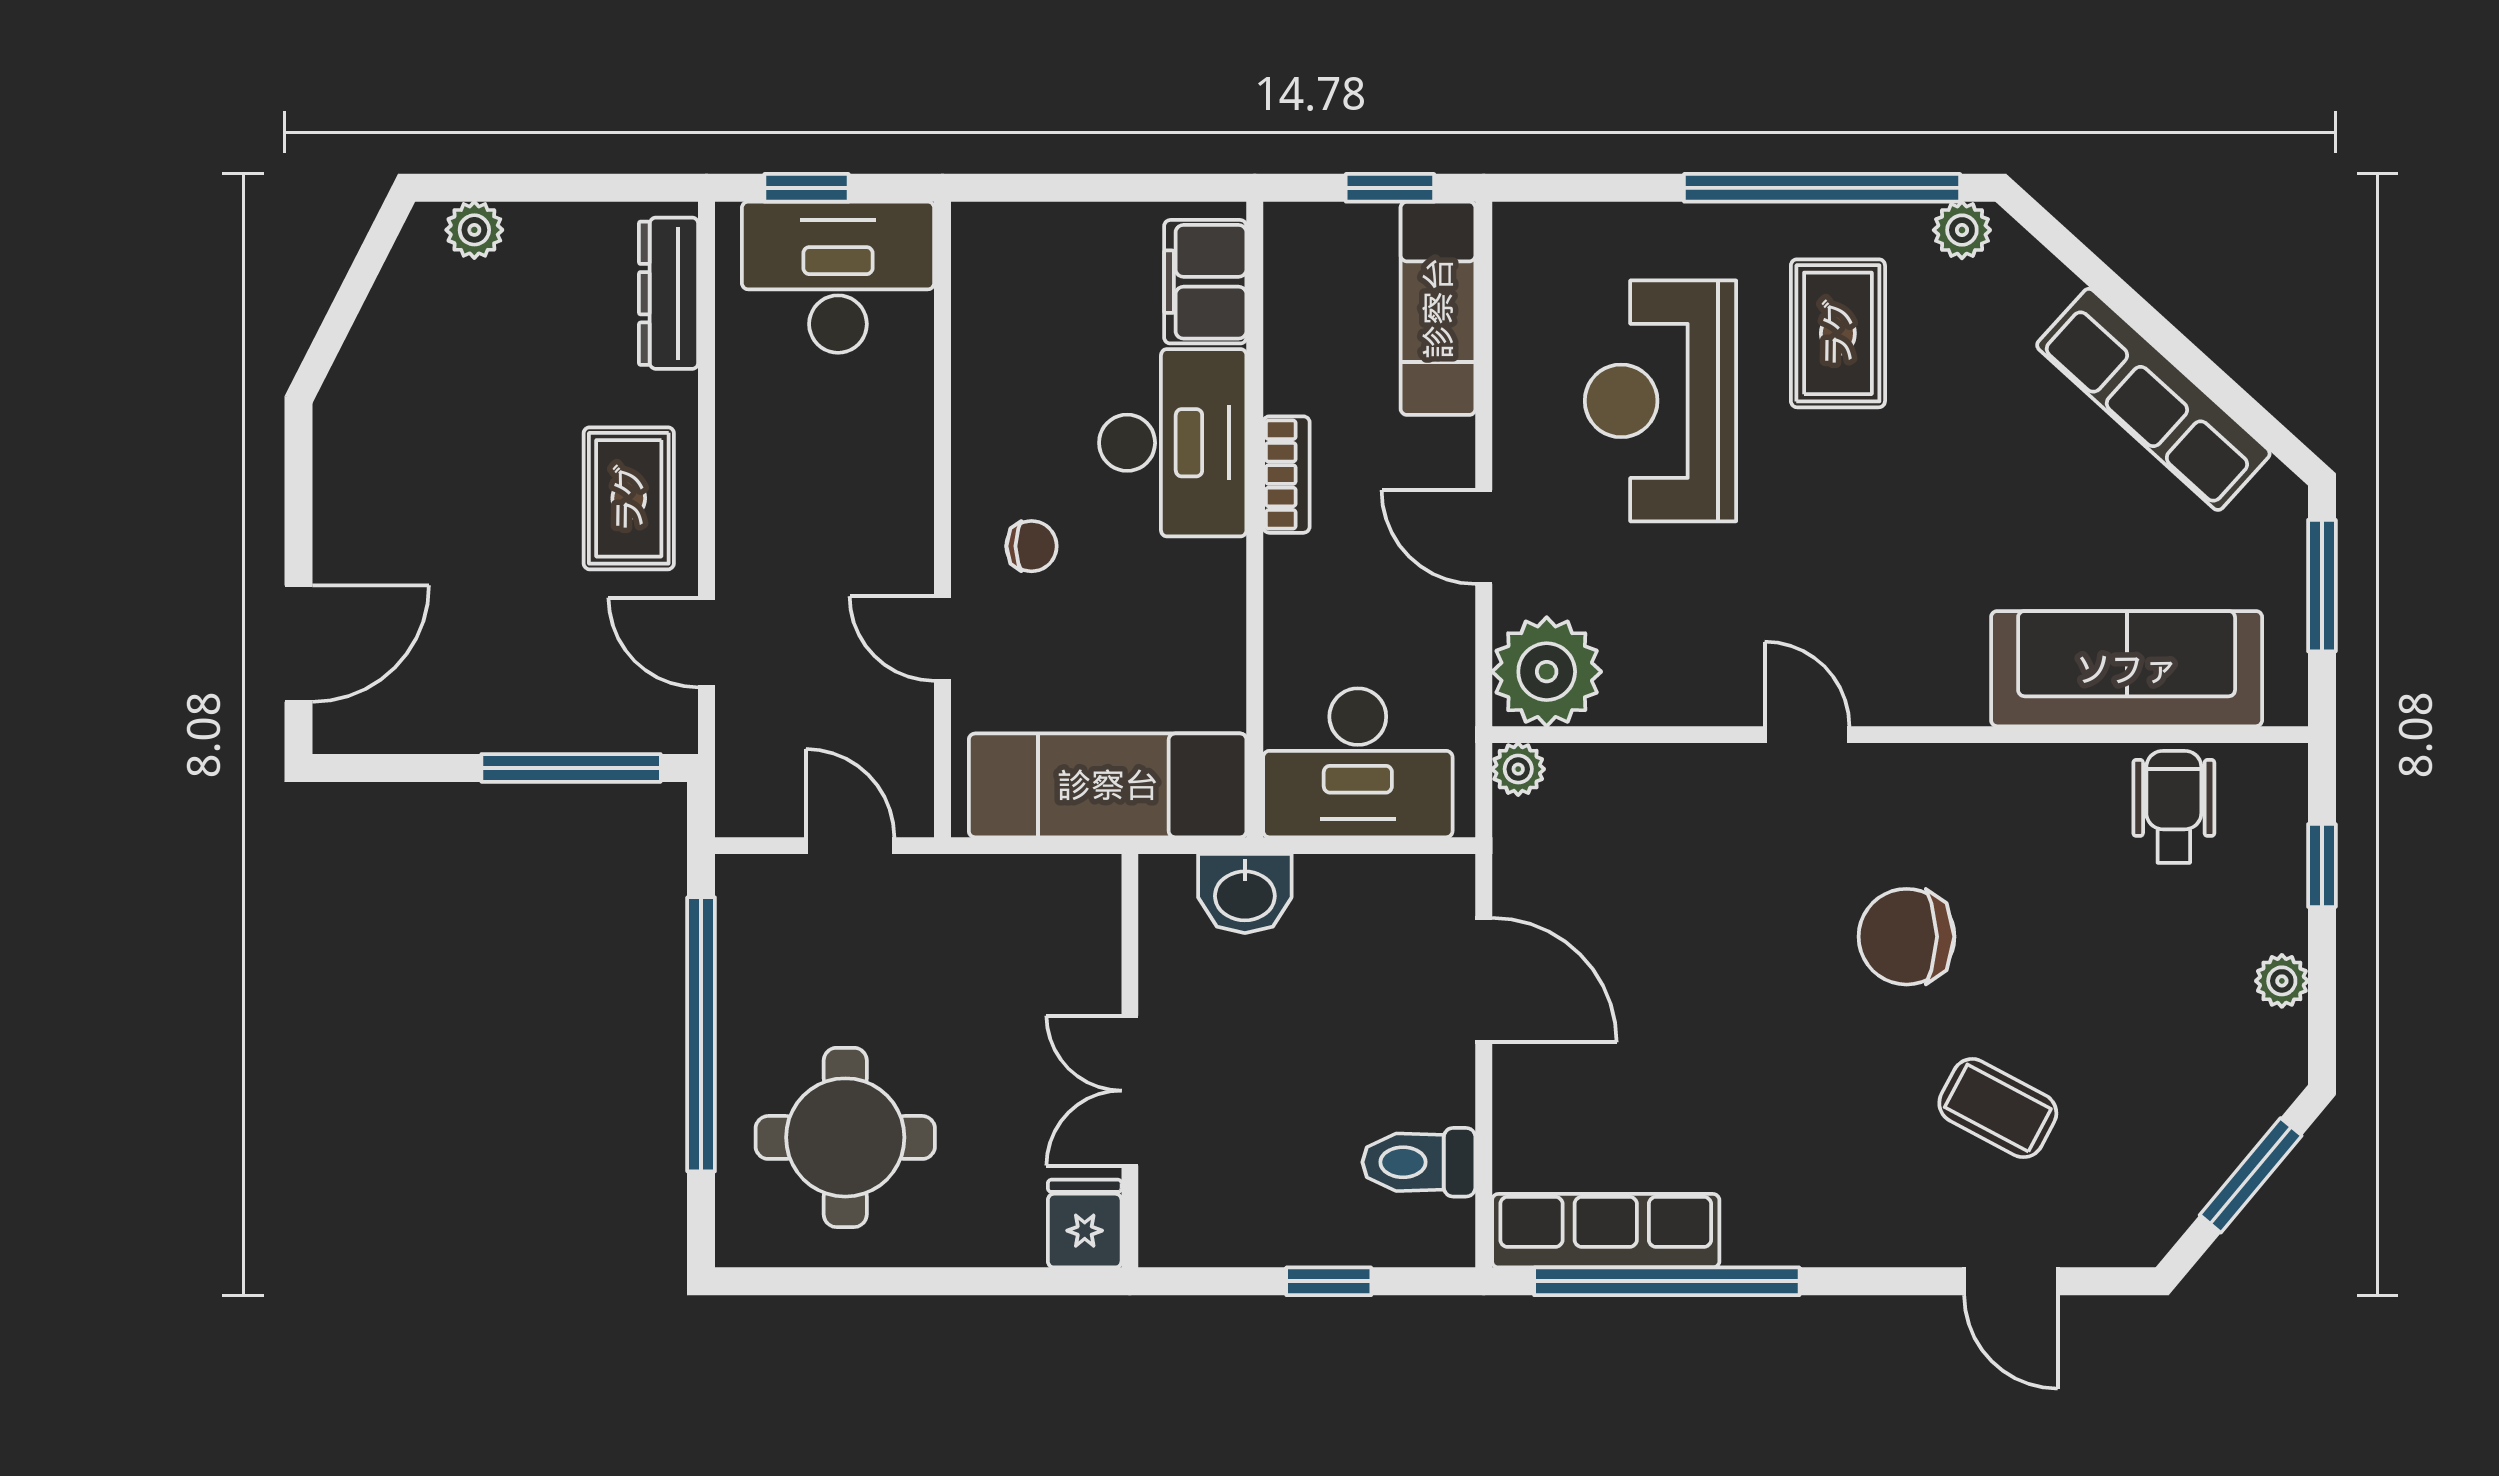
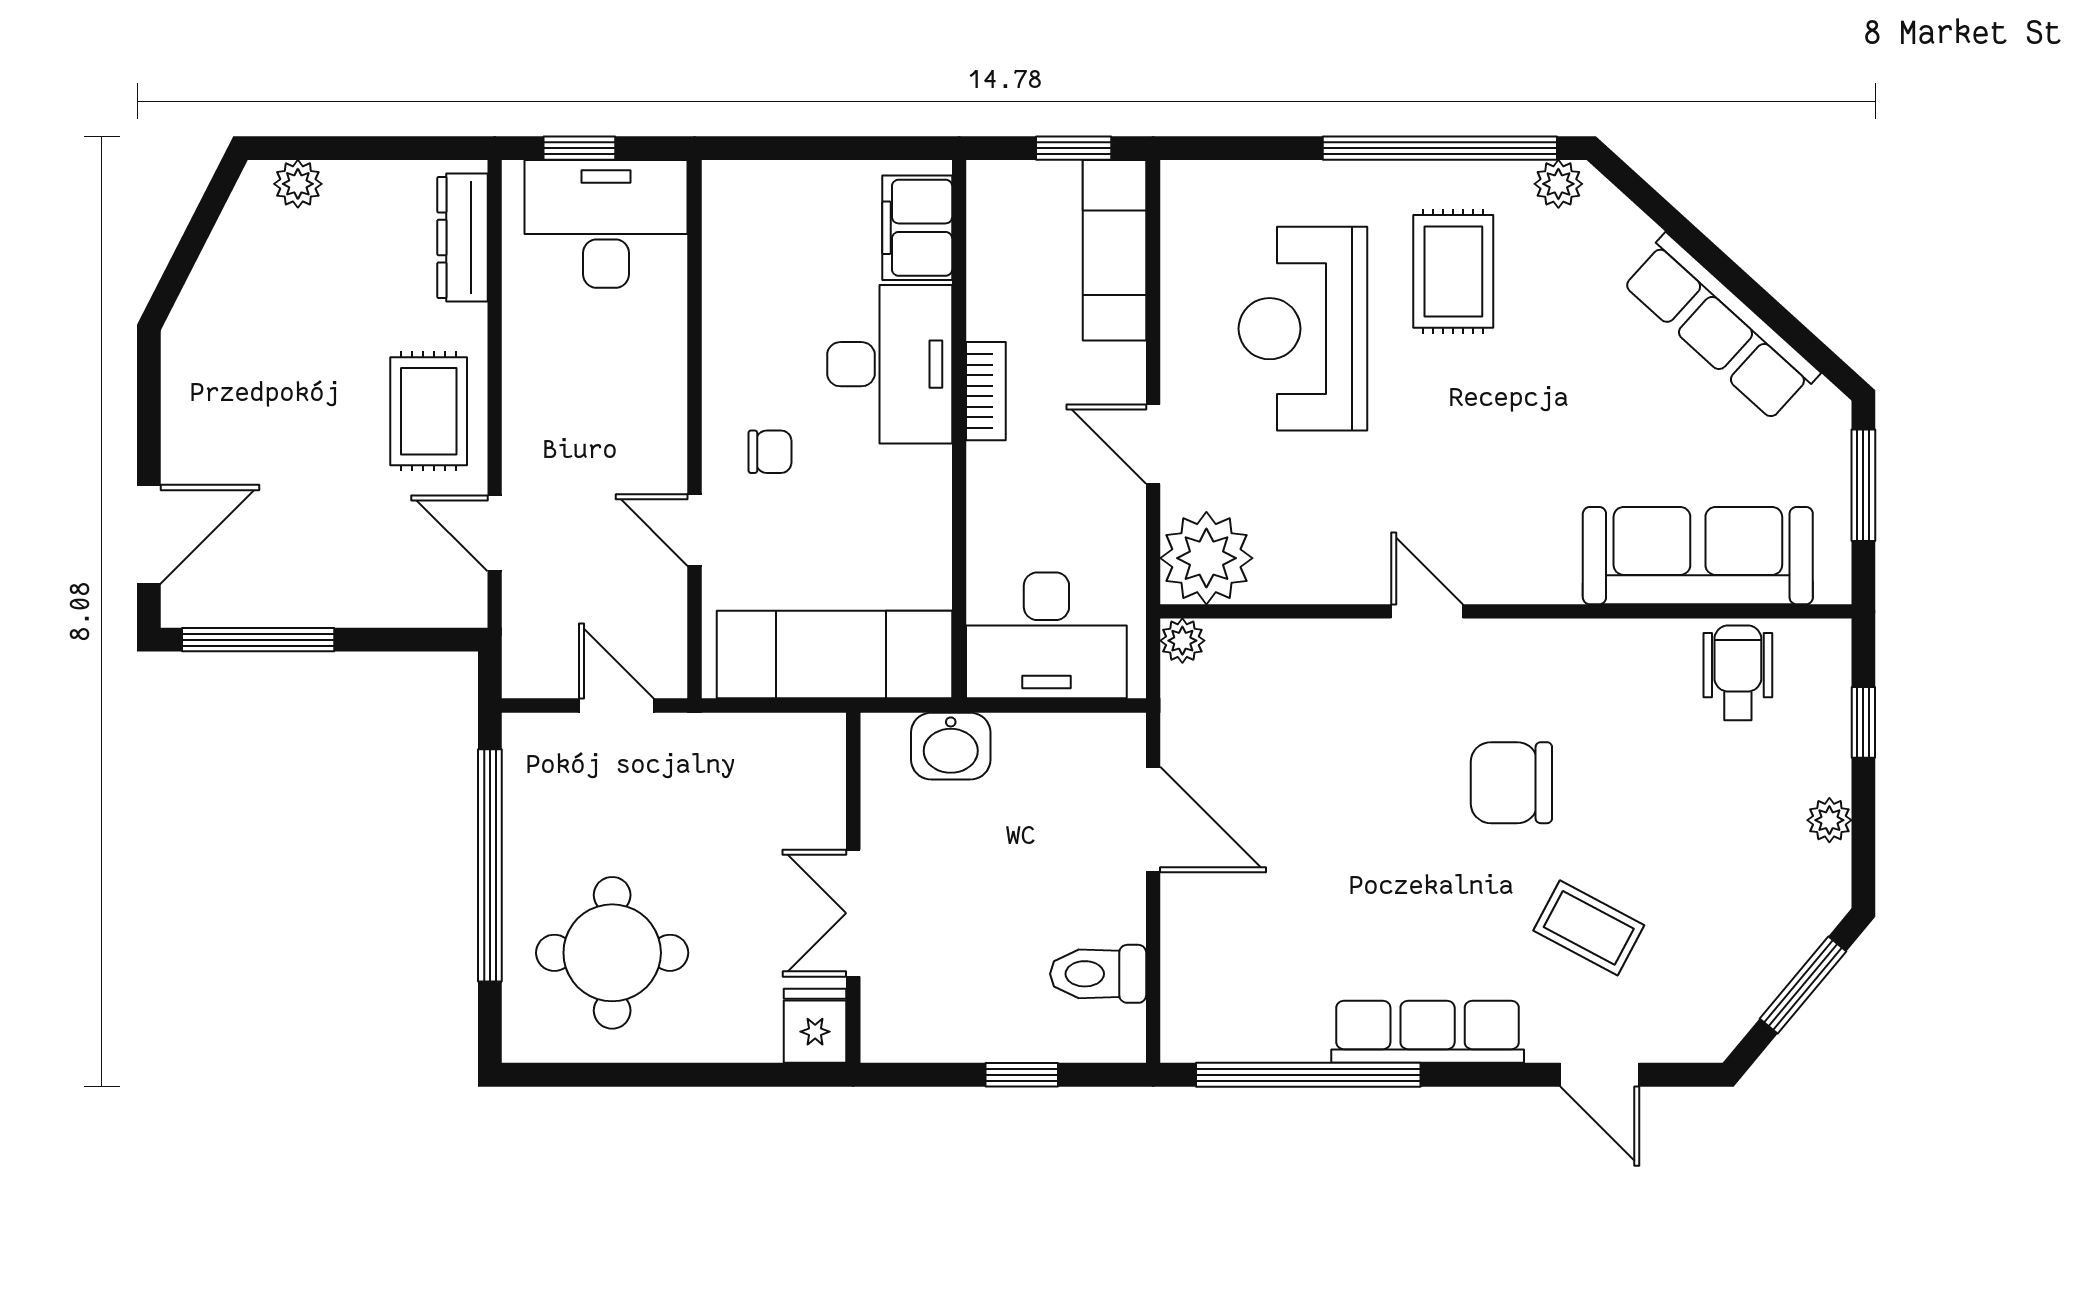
window: (571, 768) -> (258, 640), moved
row of seats: (1606, 1231) -> (1428, 1032), moved

